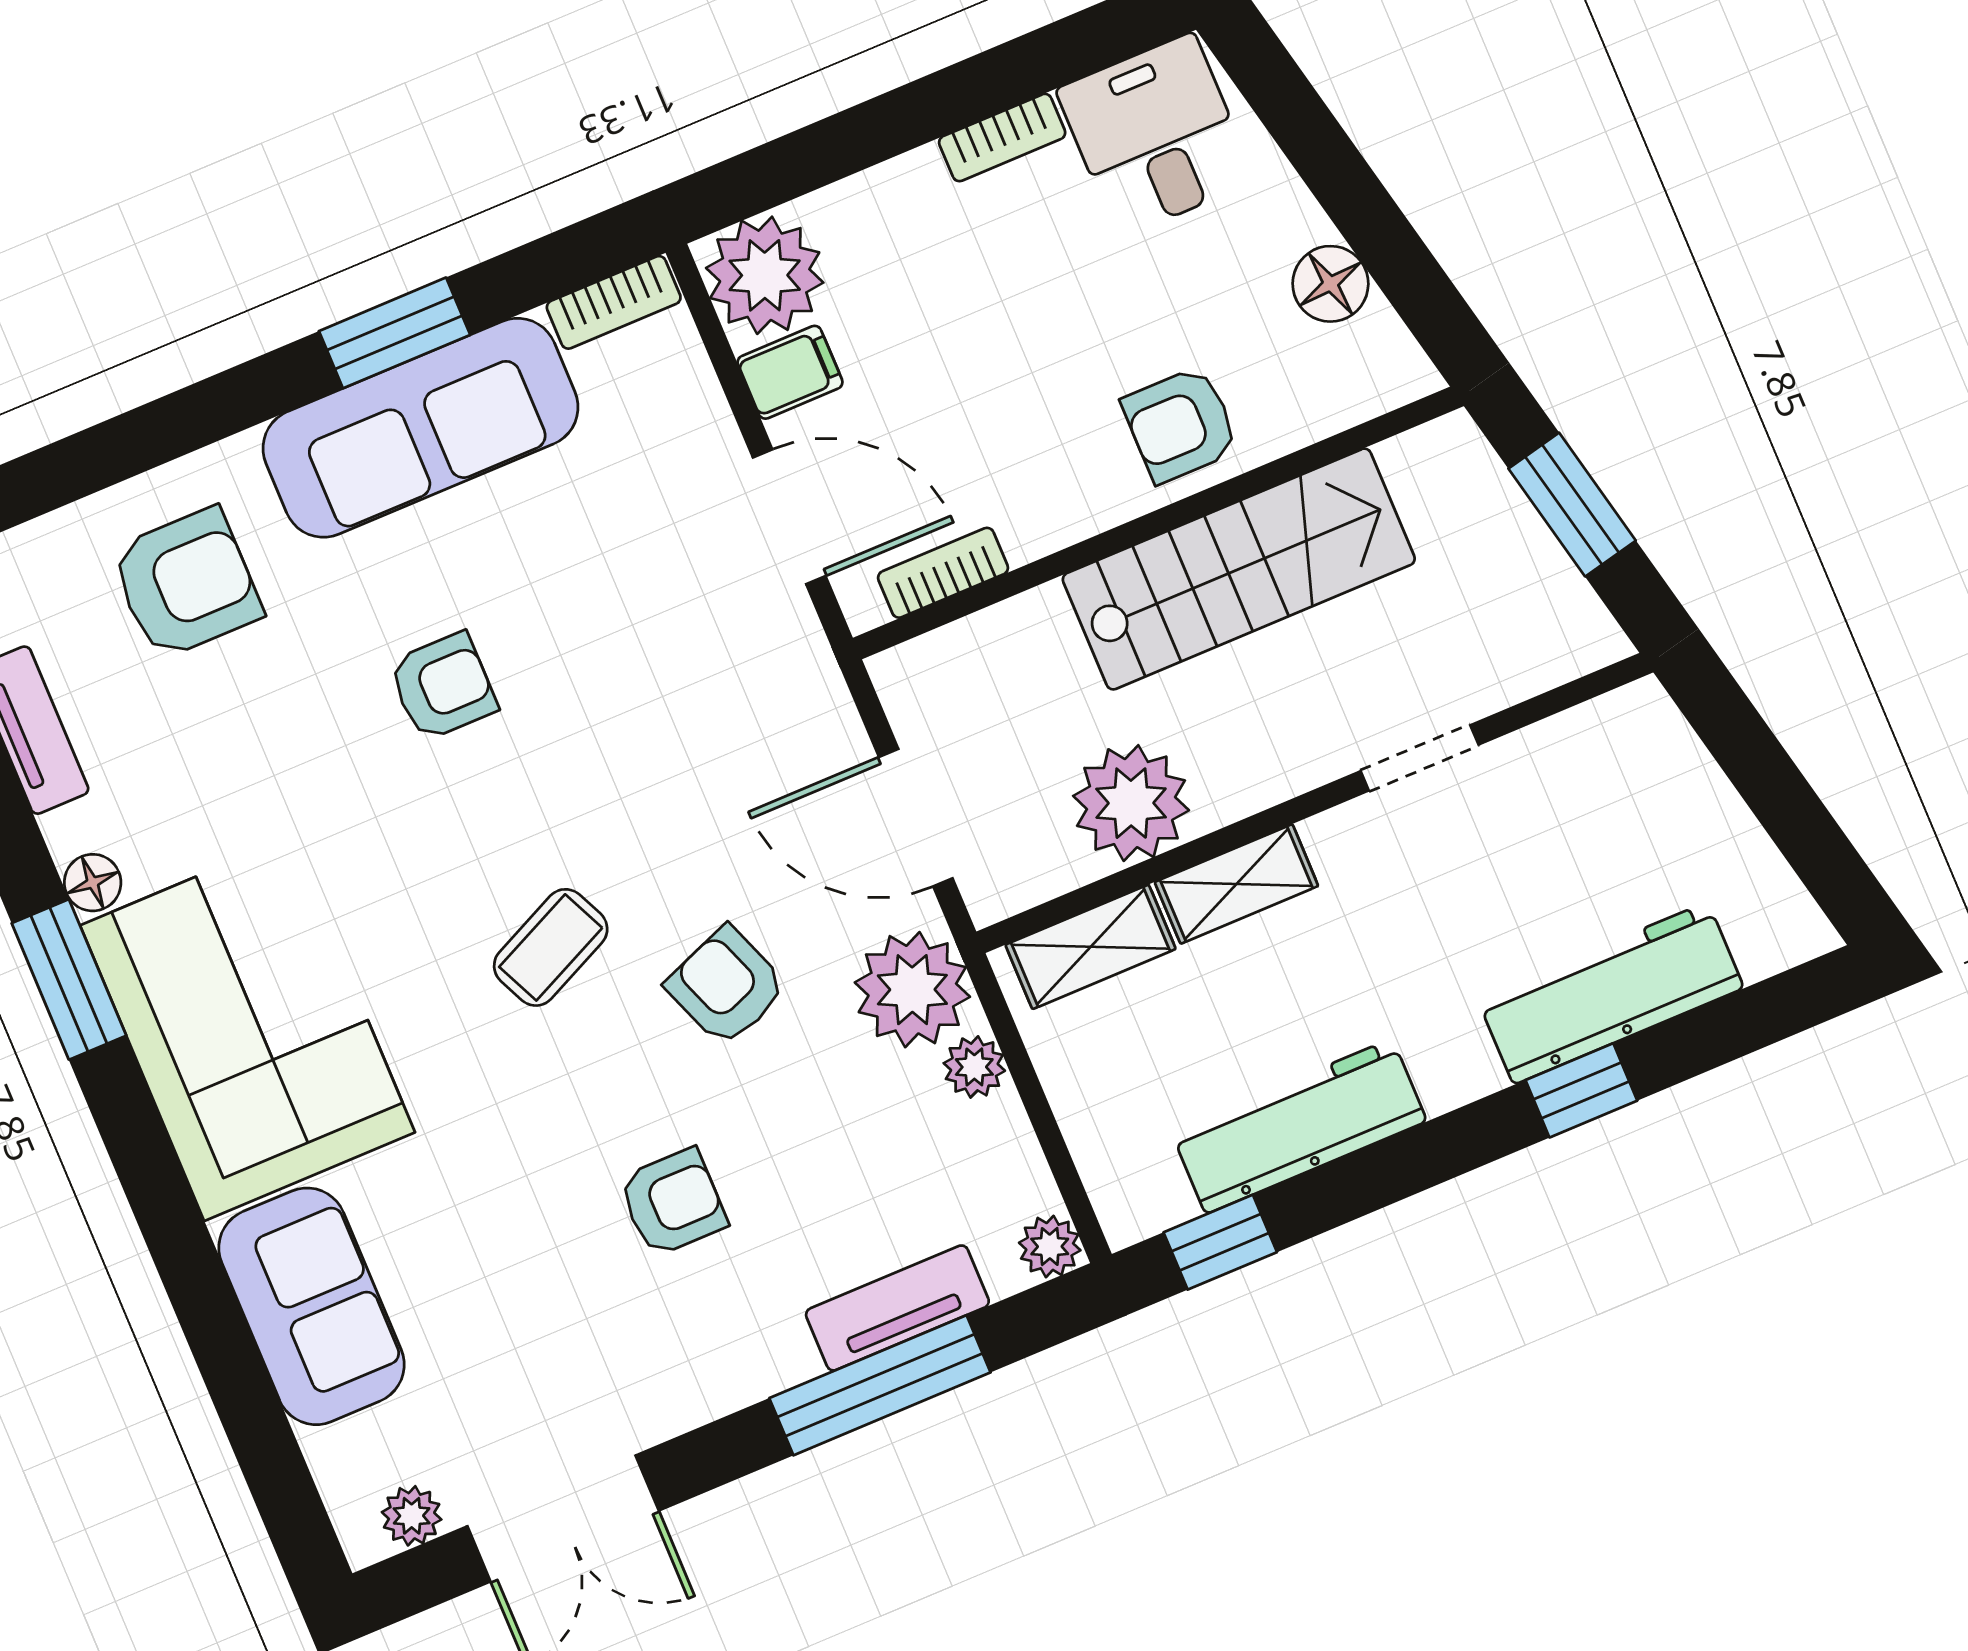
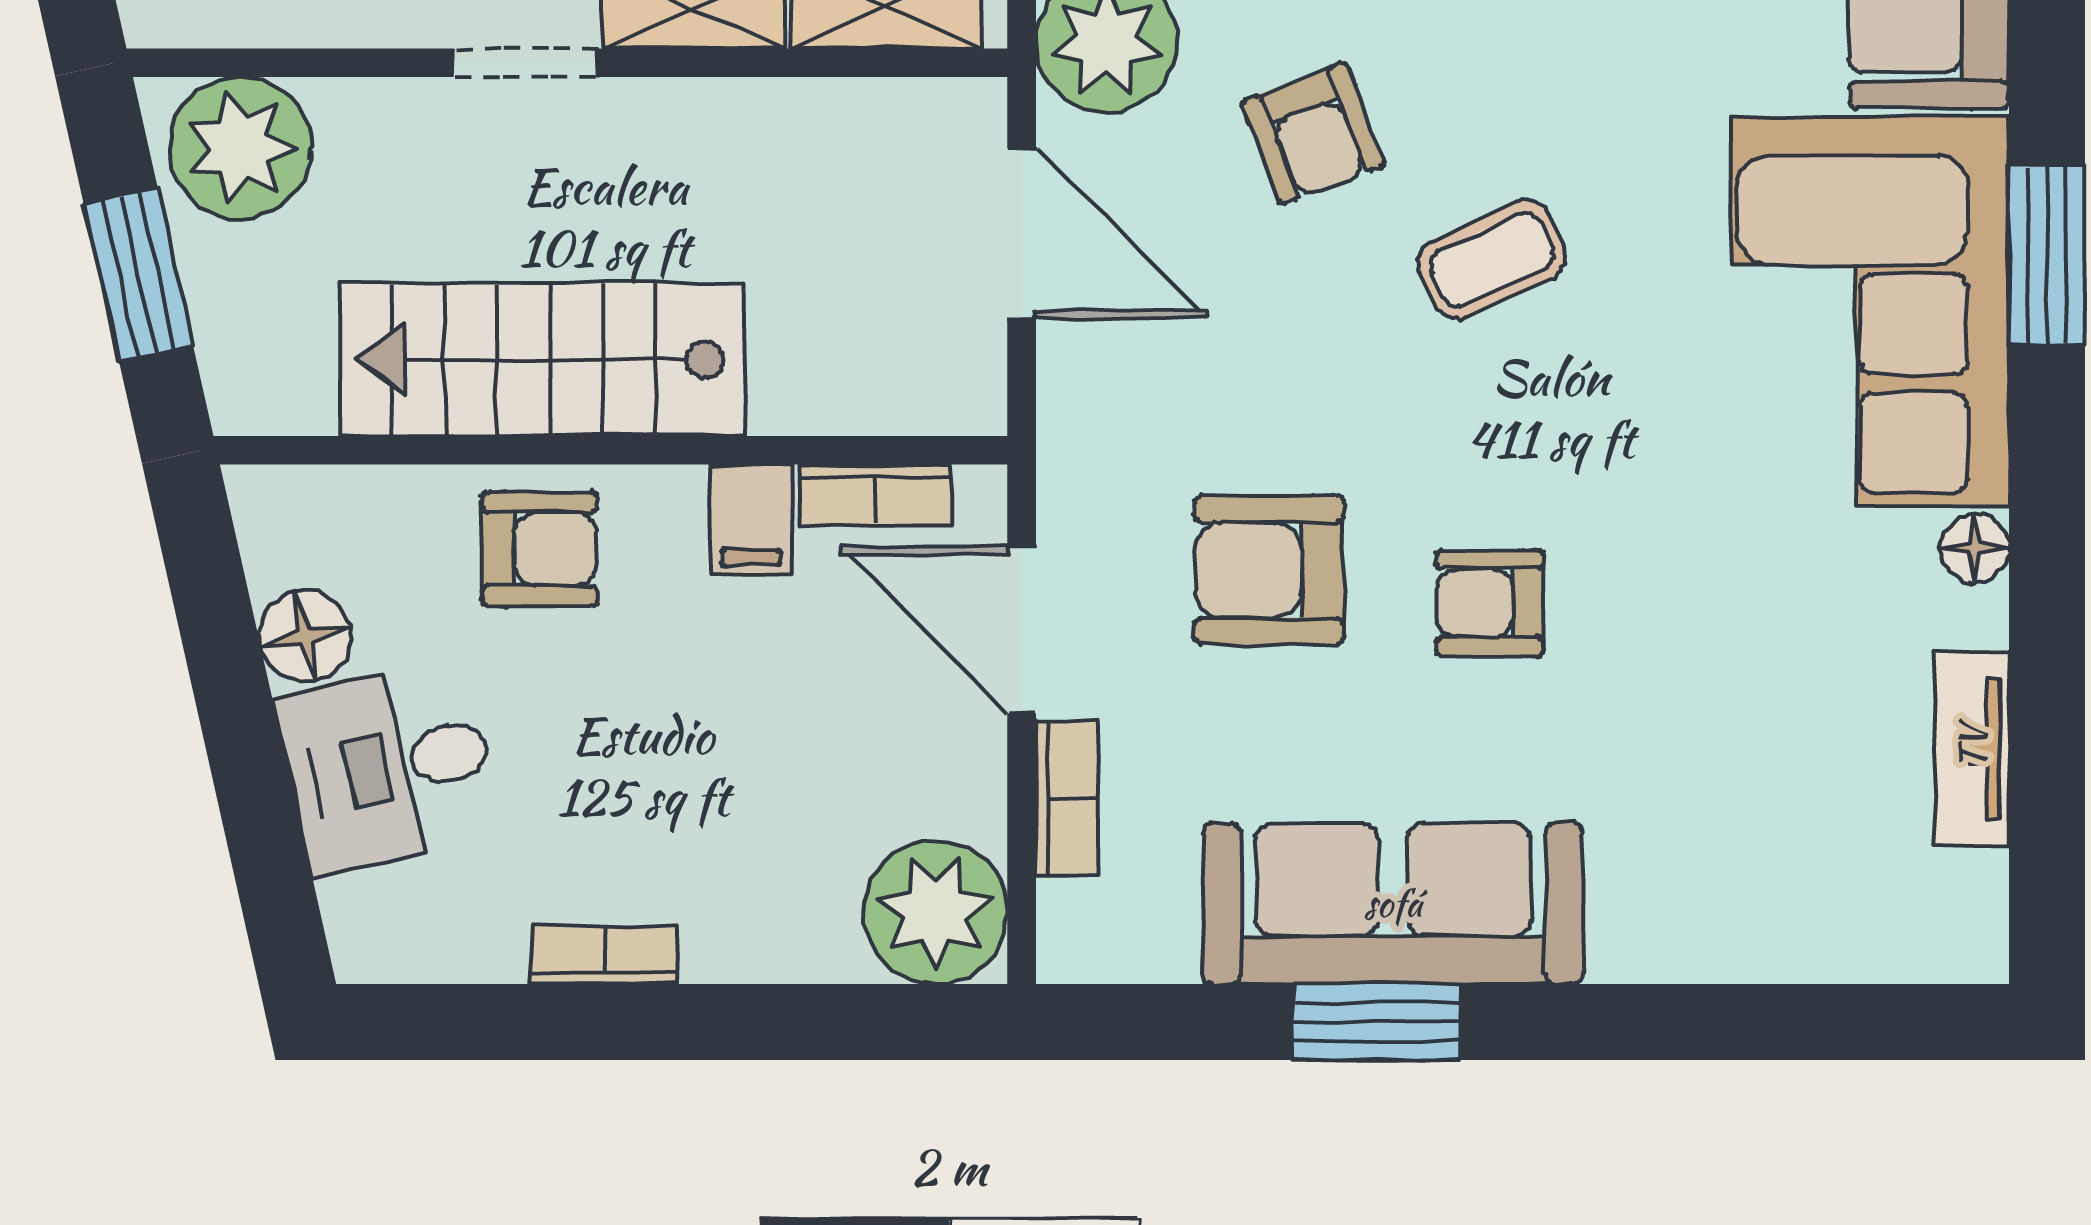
desk: (1156, 135) -> (389, 766), moved, turned 77
bookcase: (614, 302) -> (1067, 798), moved, turned 90
filing cabinet: (790, 372) -> (751, 519), moved, turned -90
armchair: (186, 583) -> (1269, 570), moved
doorway: (1420, 758) -> (525, 63), moved
plant: (1131, 803) -> (240, 148), moved
window: (69, 979) -> (2047, 255), moved

